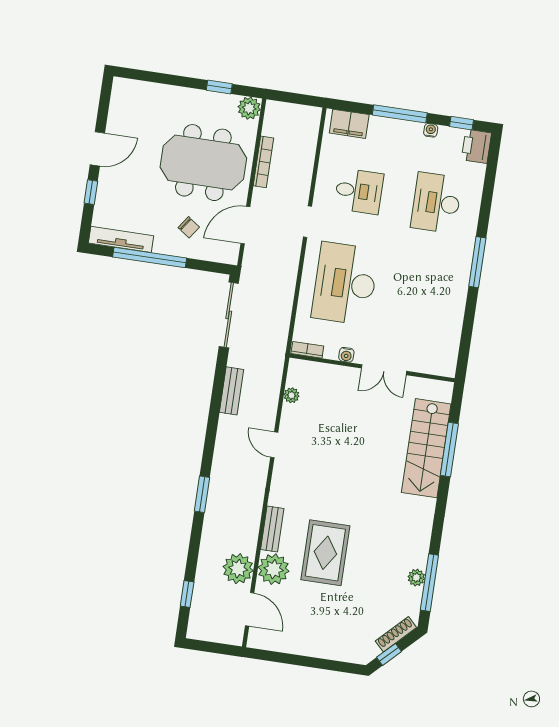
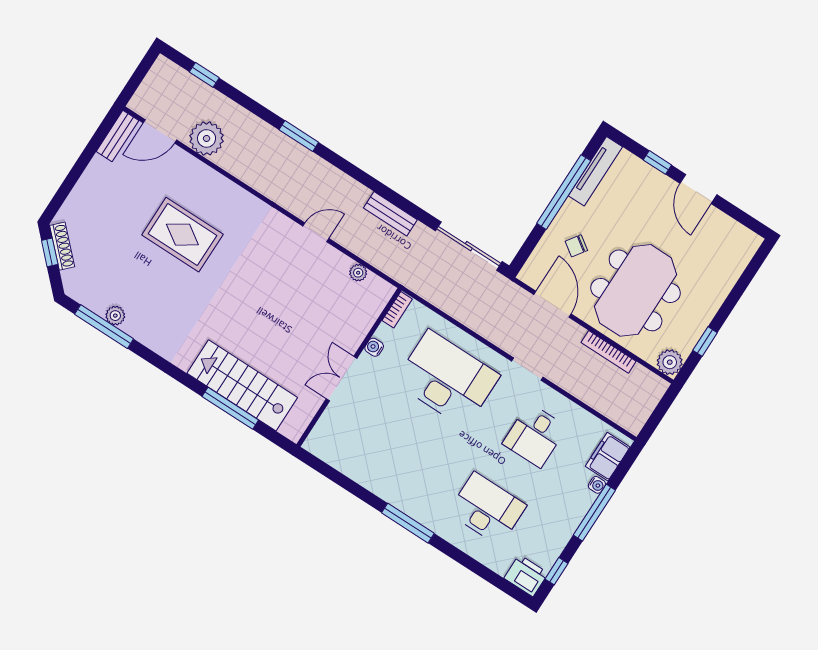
water cooler: (431, 130) -> (597, 485), moved
bench: (272, 529) -> (117, 136), moved, turned 90
plant: (274, 569) -> (190, 174), removed
shoe rack: (396, 634) -> (62, 246), moved

